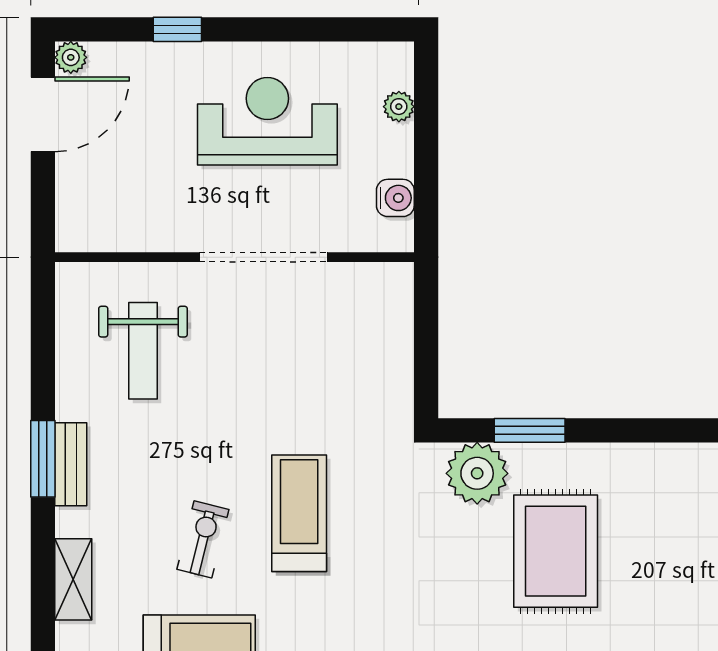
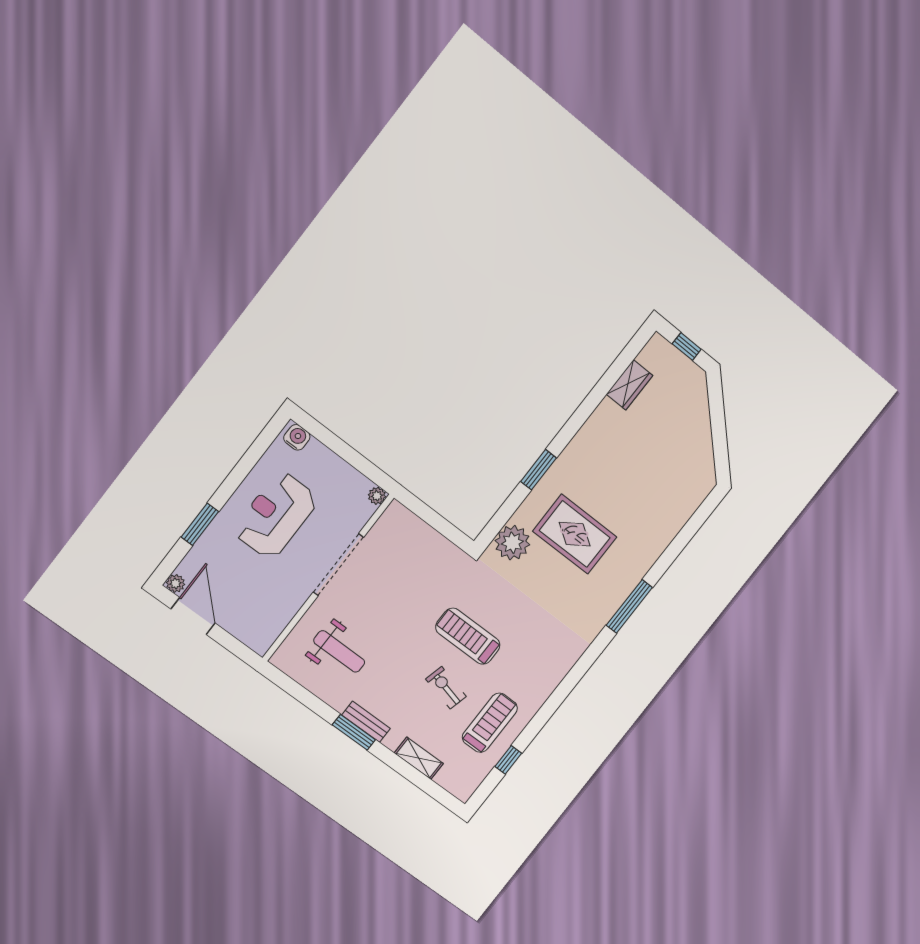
window: (177, 29) -> (200, 524), width x1.50
plant: (399, 107) -> (377, 496), moved
water cooler: (395, 198) -> (297, 437), moved
window: (530, 430) -> (538, 470), moved

